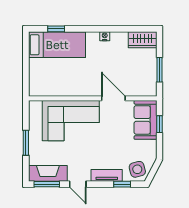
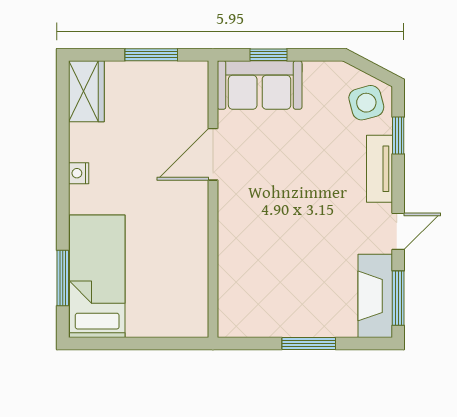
window: (56, 29) -> (63, 278), width x1.50
corner sofa: (71, 121) -> (261, 247), removed

